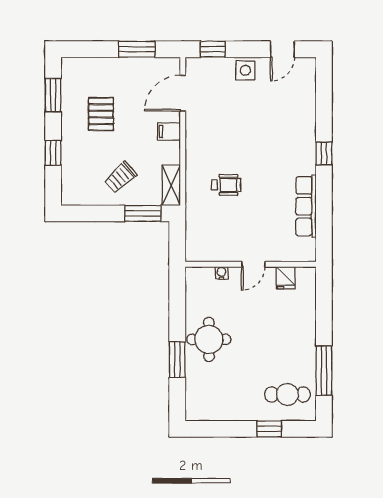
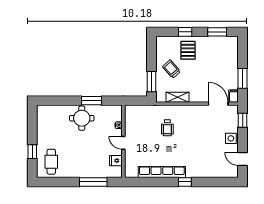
pallet: (101, 114) -> (188, 50), moved, turned 90
filing cabinet: (169, 131) -> (233, 96), moved
shelving: (171, 185) -> (177, 97), moved
row of seats: (306, 206) -> (162, 172), width x1.36
window: (177, 359) -> (91, 101), moved
window: (324, 371) -> (93, 182), moved

